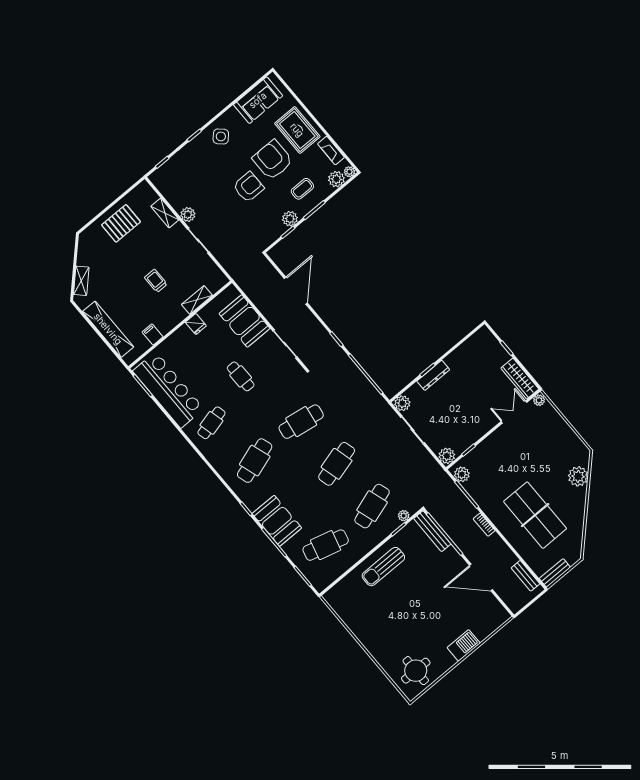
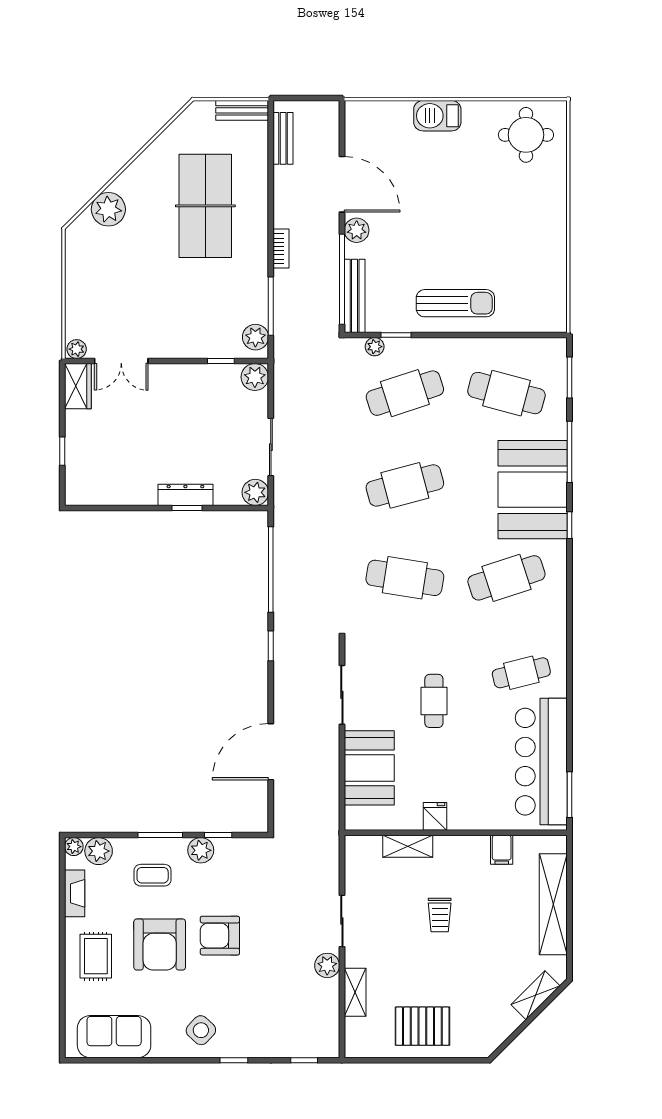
rug: (297, 130) -> (96, 956), width x0.73, depth x0.70
wardrobe: (520, 379) -> (78, 386), width x0.67
booth: (277, 521) -> (533, 490), width x1.36, depth x1.42
plant: (457, 562) -> (357, 230), added

